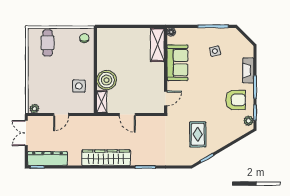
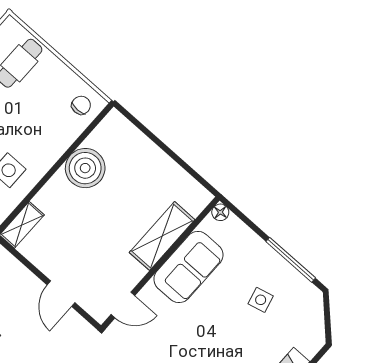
shelving: (157, 45) -> (162, 236), moved
boiler: (107, 80) -> (85, 168), moved
door: (127, 115) -> (61, 294), moved

